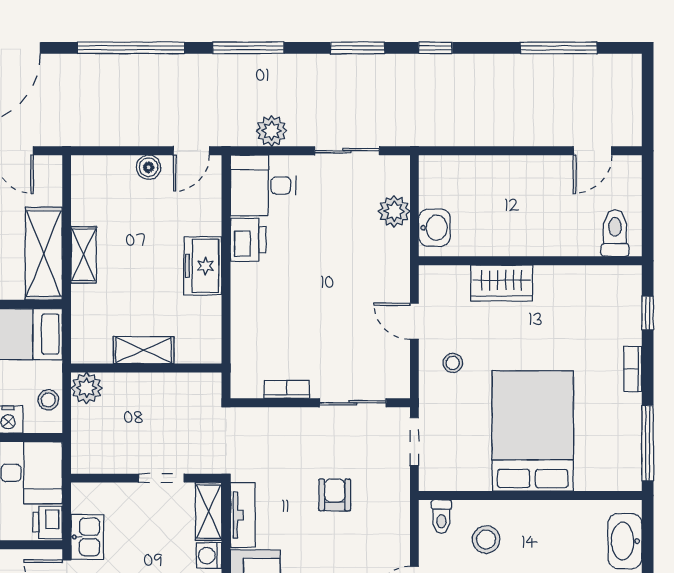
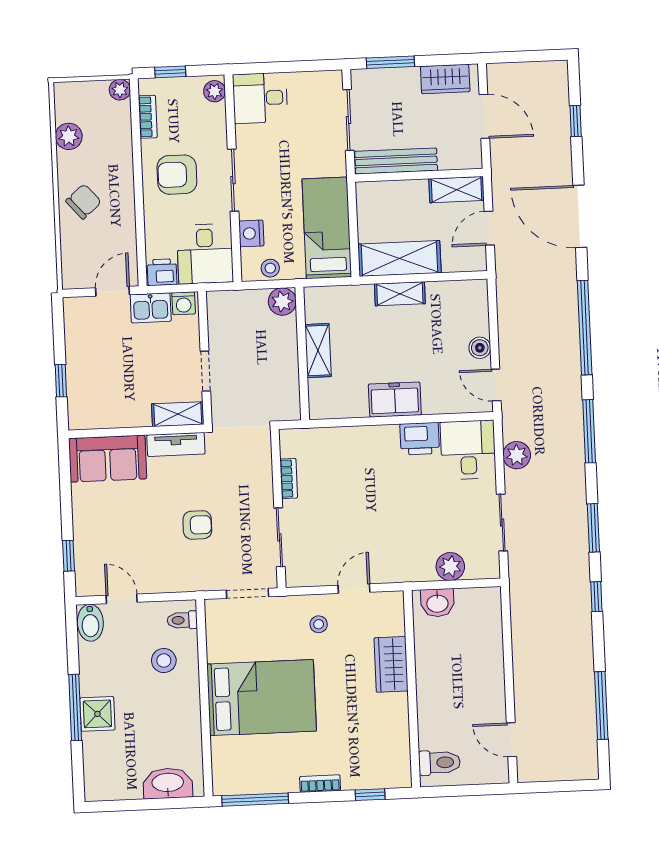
washing machine: (209, 556) -> (184, 303), moved, turned 180

